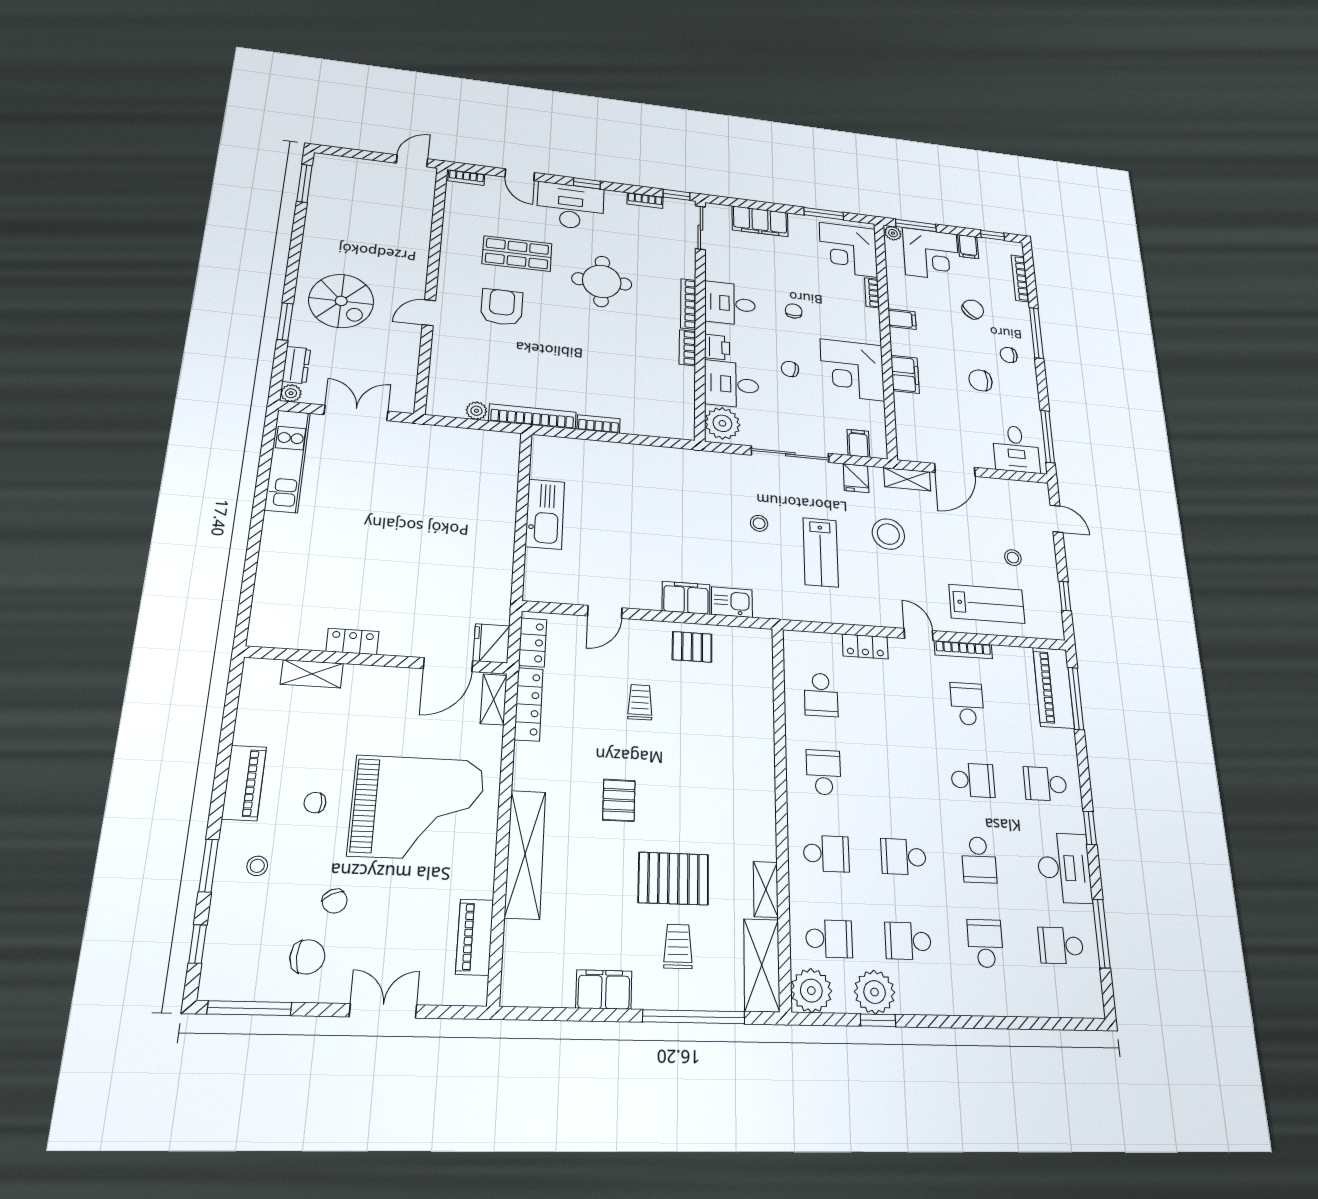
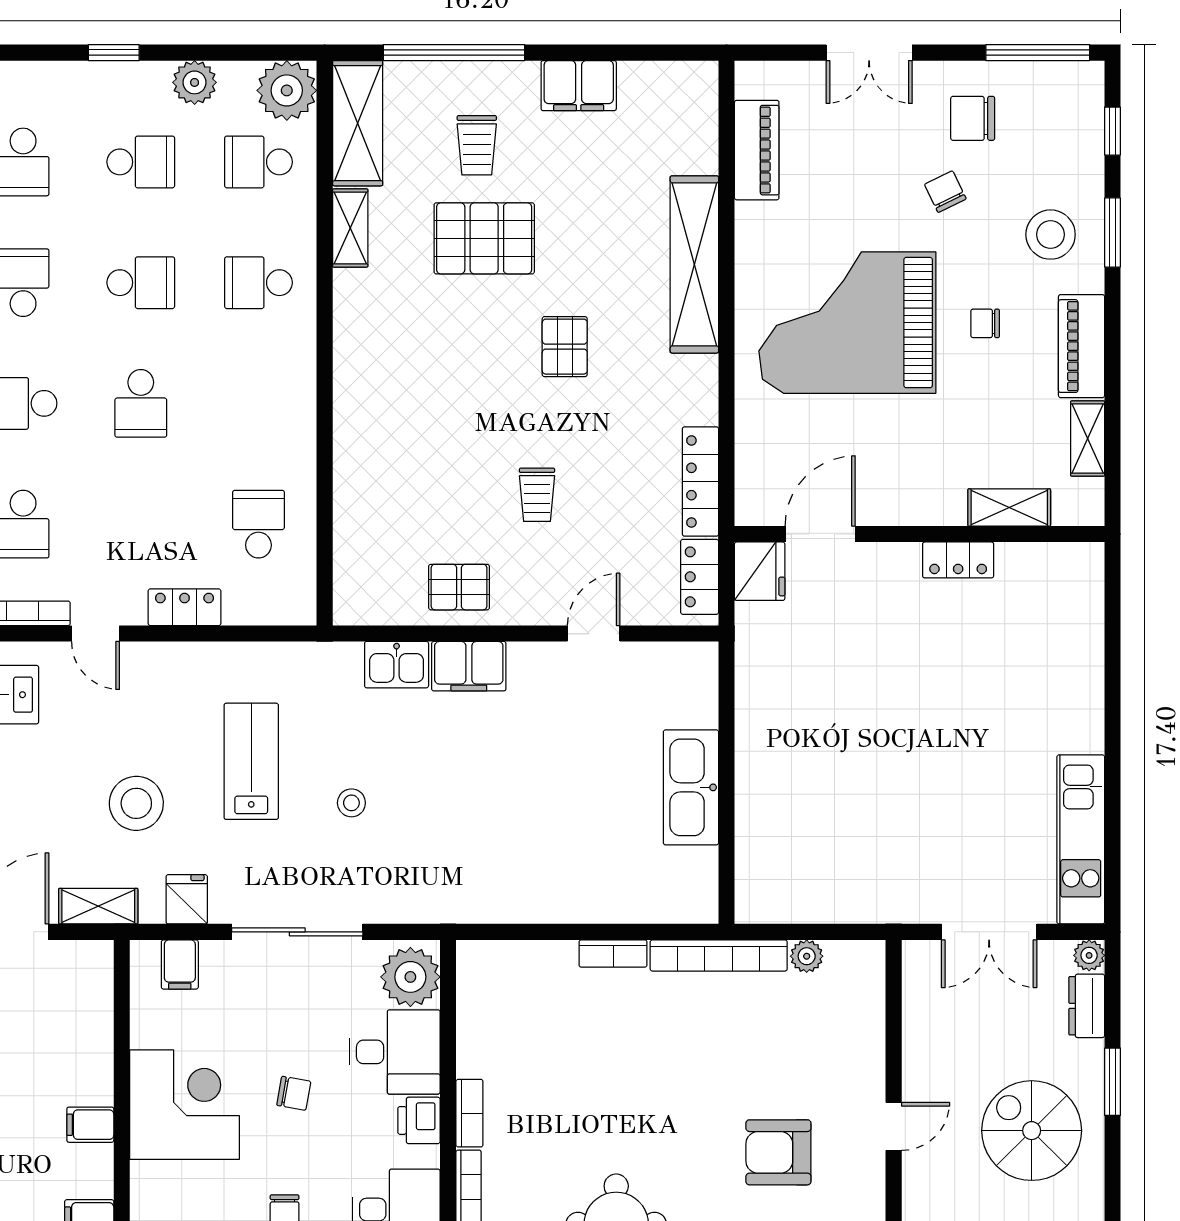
armchair: (502, 307) -> (778, 1152), turned 90
filing cabinet: (905, 374) -> (90, 1125), width x0.50
shelving: (494, 699) -> (1088, 438), moved
school desk: (824, 772) -> (141, 403), moved
chair: (315, 803) -> (985, 323), turned 180
stool: (257, 866) -> (1051, 235), width x1.89, depth x1.89
plant: (875, 992) -> (195, 82), width x0.73, depth x0.73
window: (878, 1020) -> (114, 53), moved

